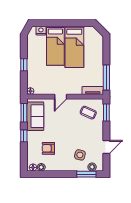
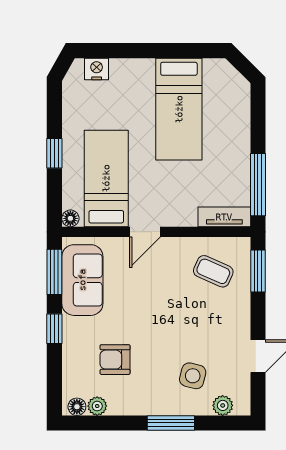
bed: (55, 46) -> (106, 178), moved, turned 180
window: (86, 174) -> (171, 423), moved

